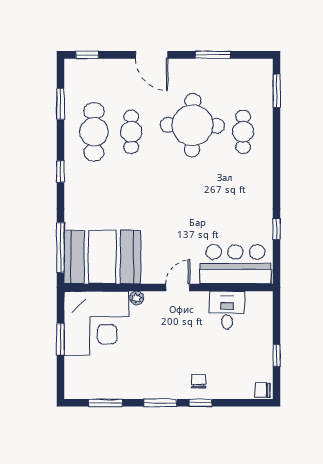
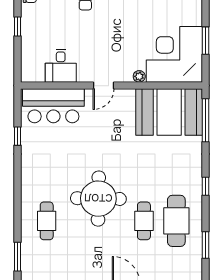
round table: (192, 125) -> (98, 199), moved

